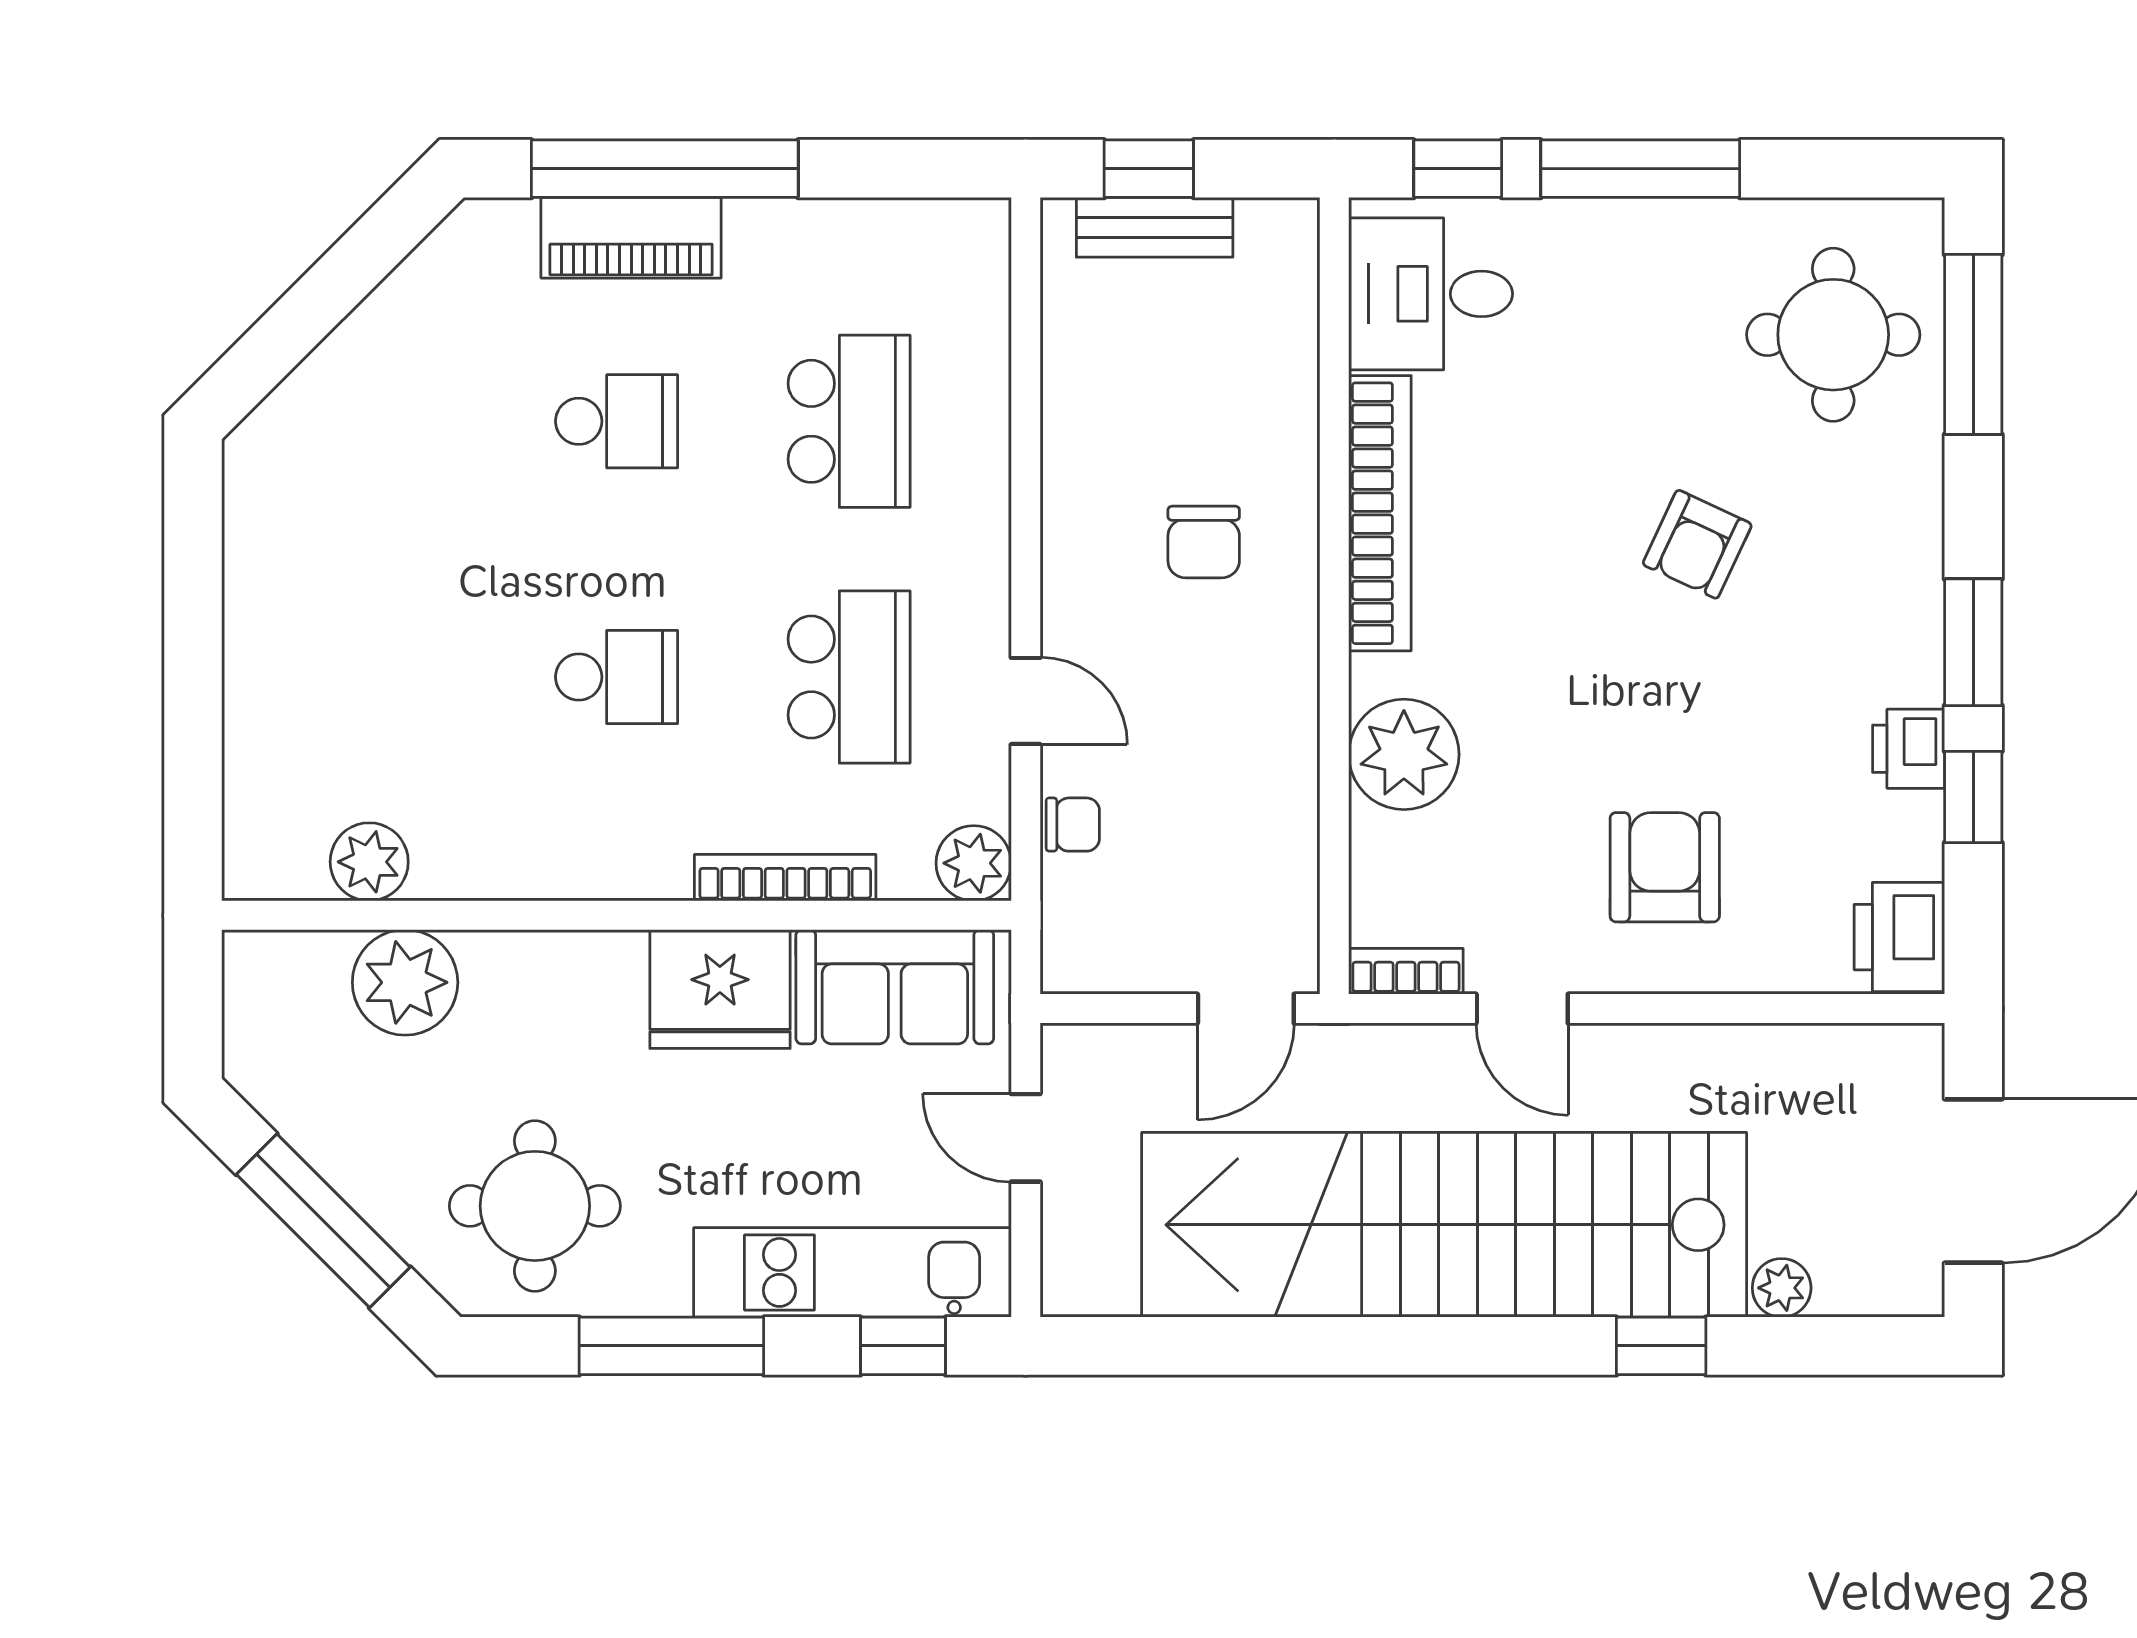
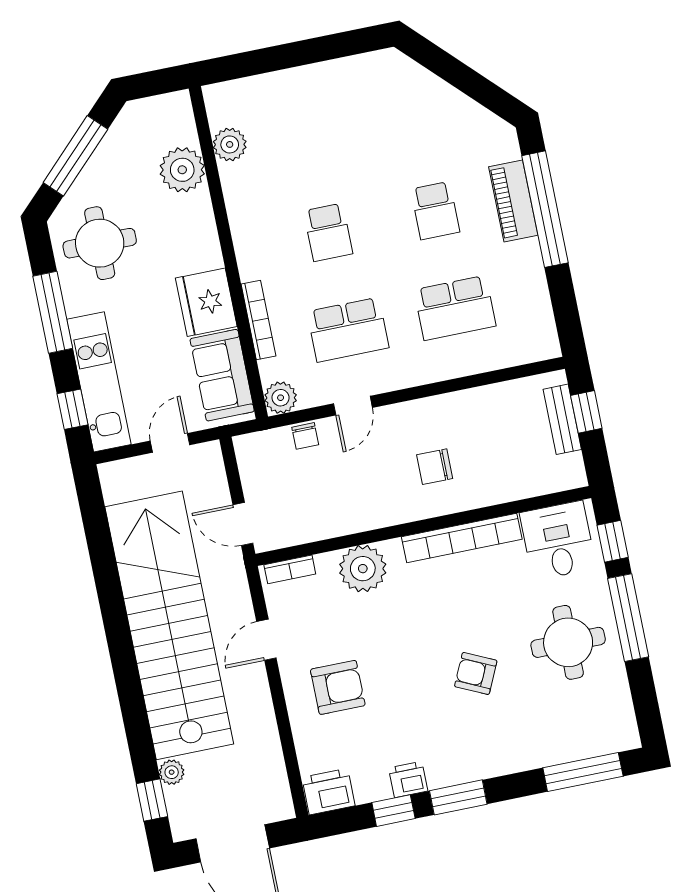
round table: (1833, 335) -> (568, 642), moved
bookcase: (1406, 971) -> (290, 569), moved, turned 90
window: (1661, 1346) -> (152, 800), moved

